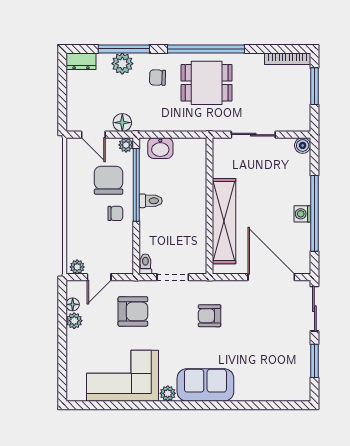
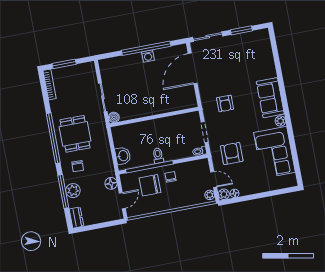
plant: (126, 145) -> (125, 178), removed
boiler: (303, 145) -> (114, 117), moved
shelving: (224, 221) -> (162, 106), removed
plant: (74, 321) -> (224, 194), moved

